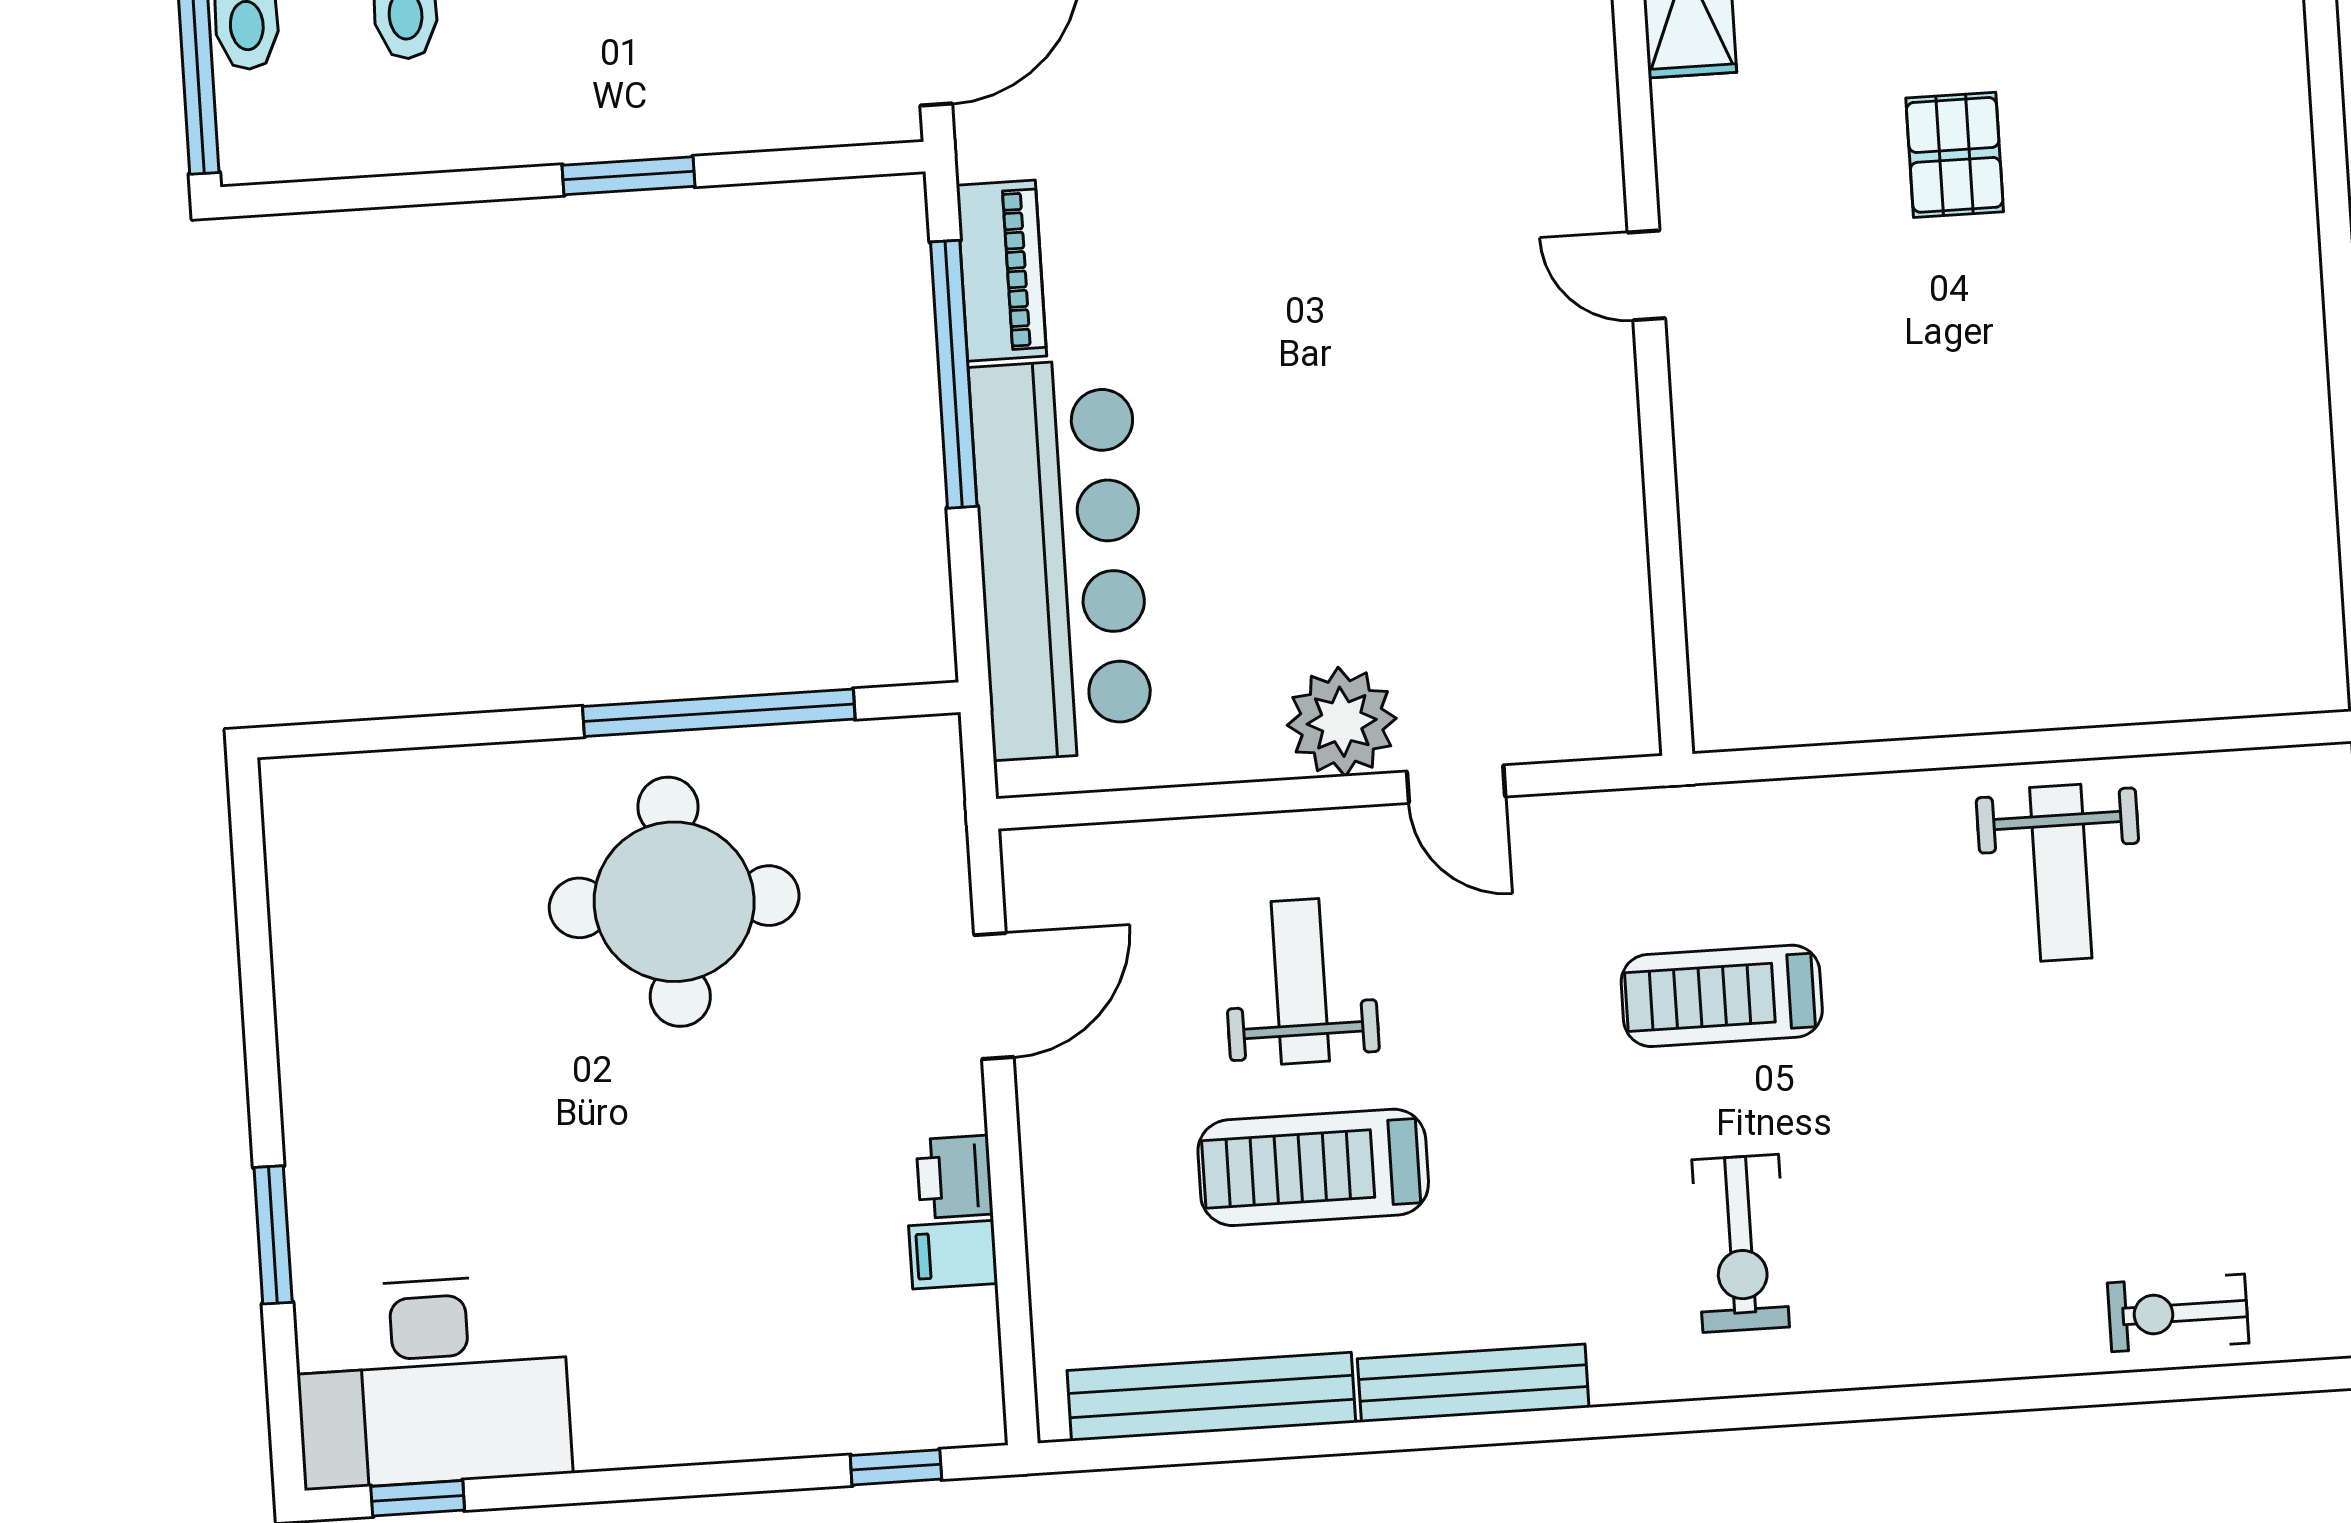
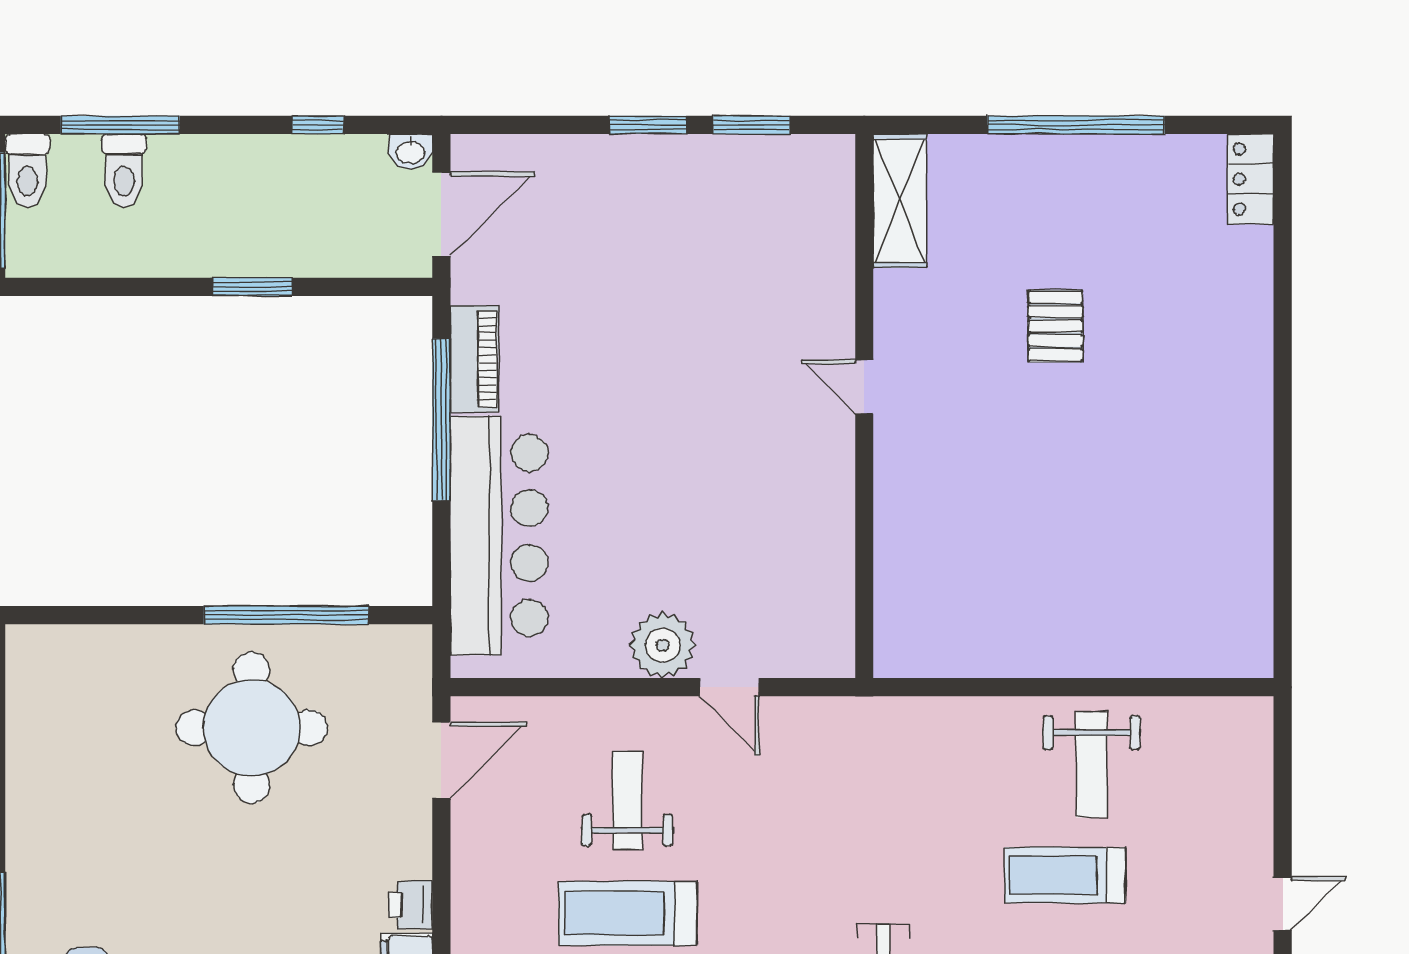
door: (994, 996) -> (441, 760), moved
treadmill: (1722, 996) -> (1065, 875), moved

